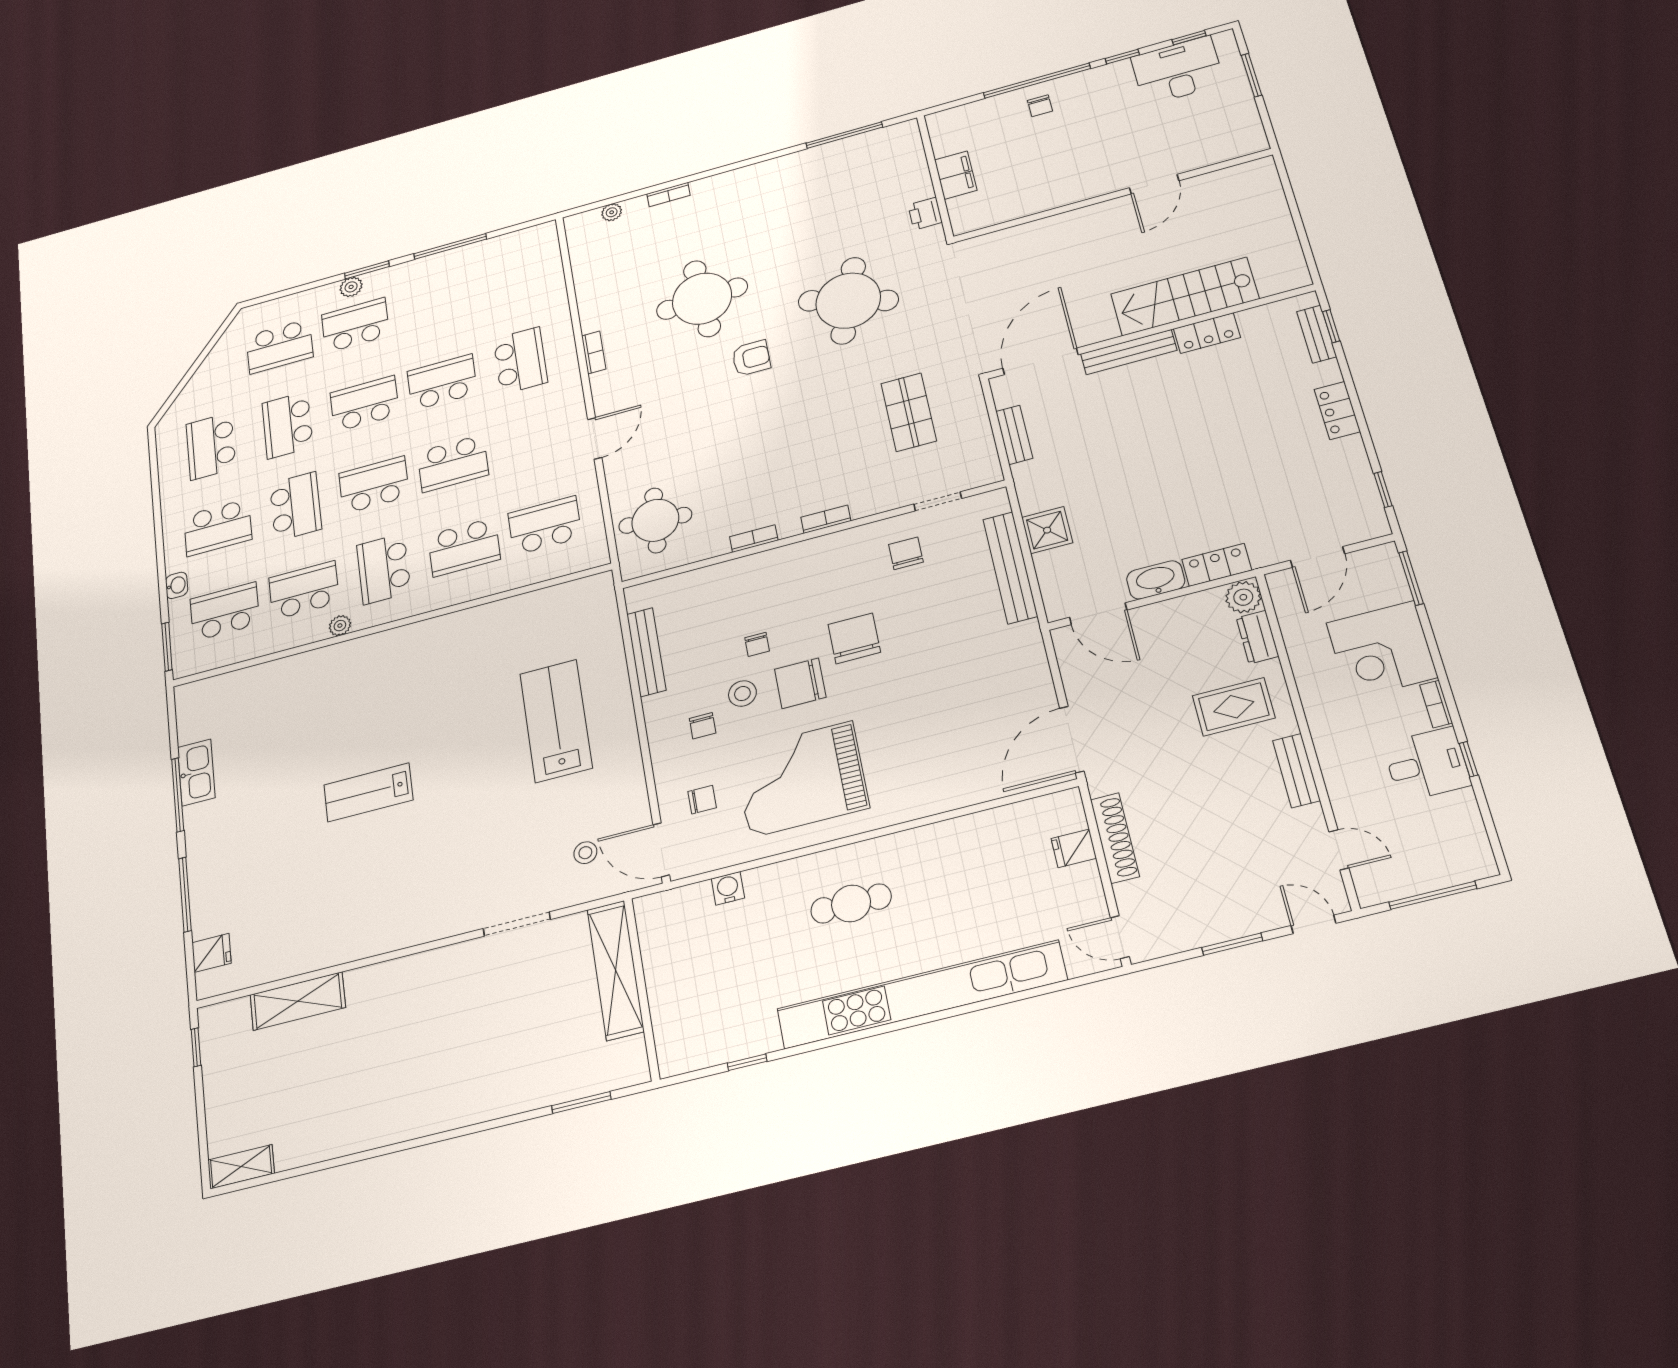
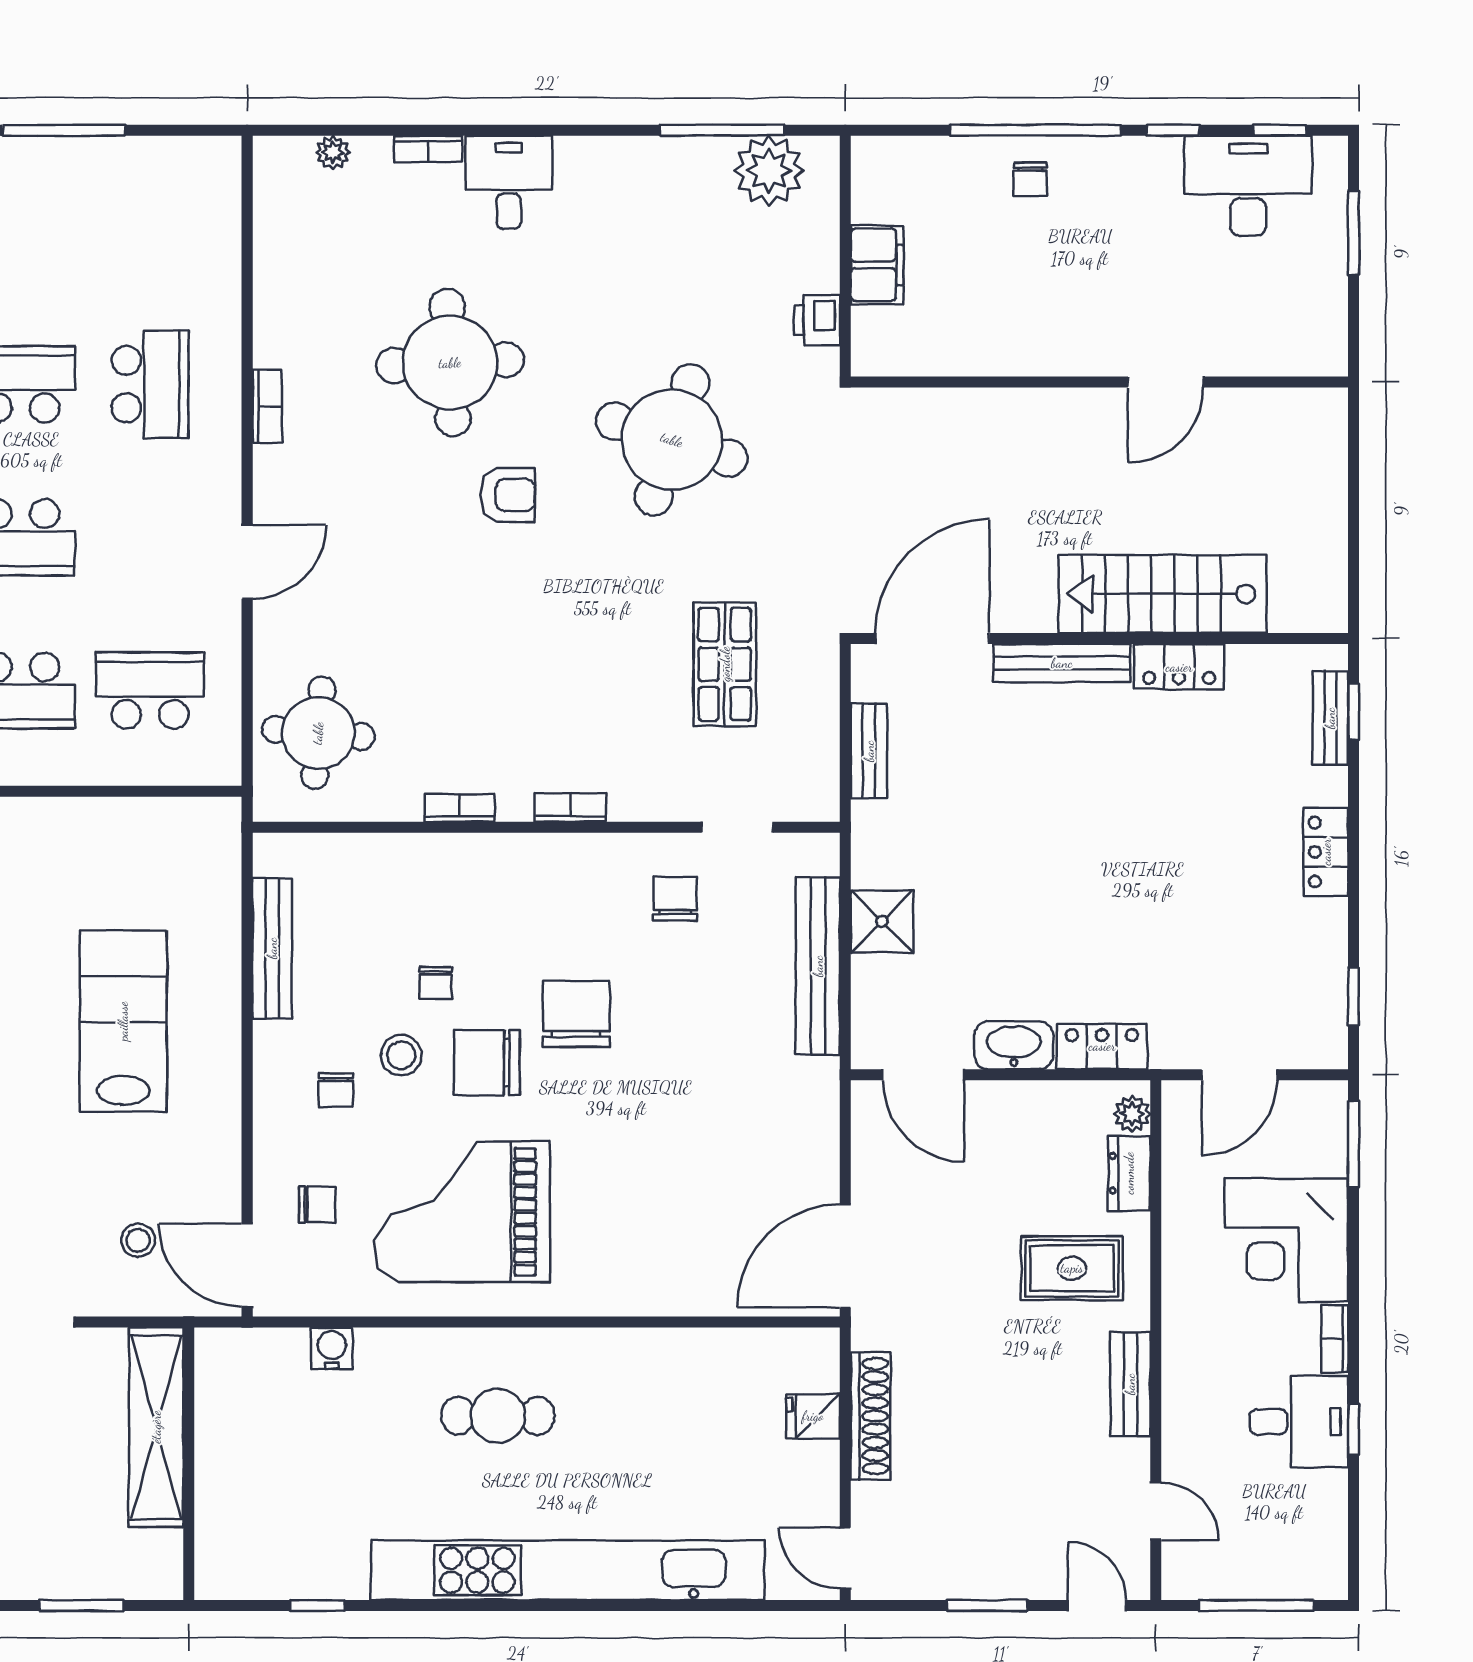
plant: (878, 147) -> (769, 171), added
desk: (720, 197) -> (509, 182), added
plant: (1243, 597) -> (1132, 1114), width x0.73, depth x0.73

